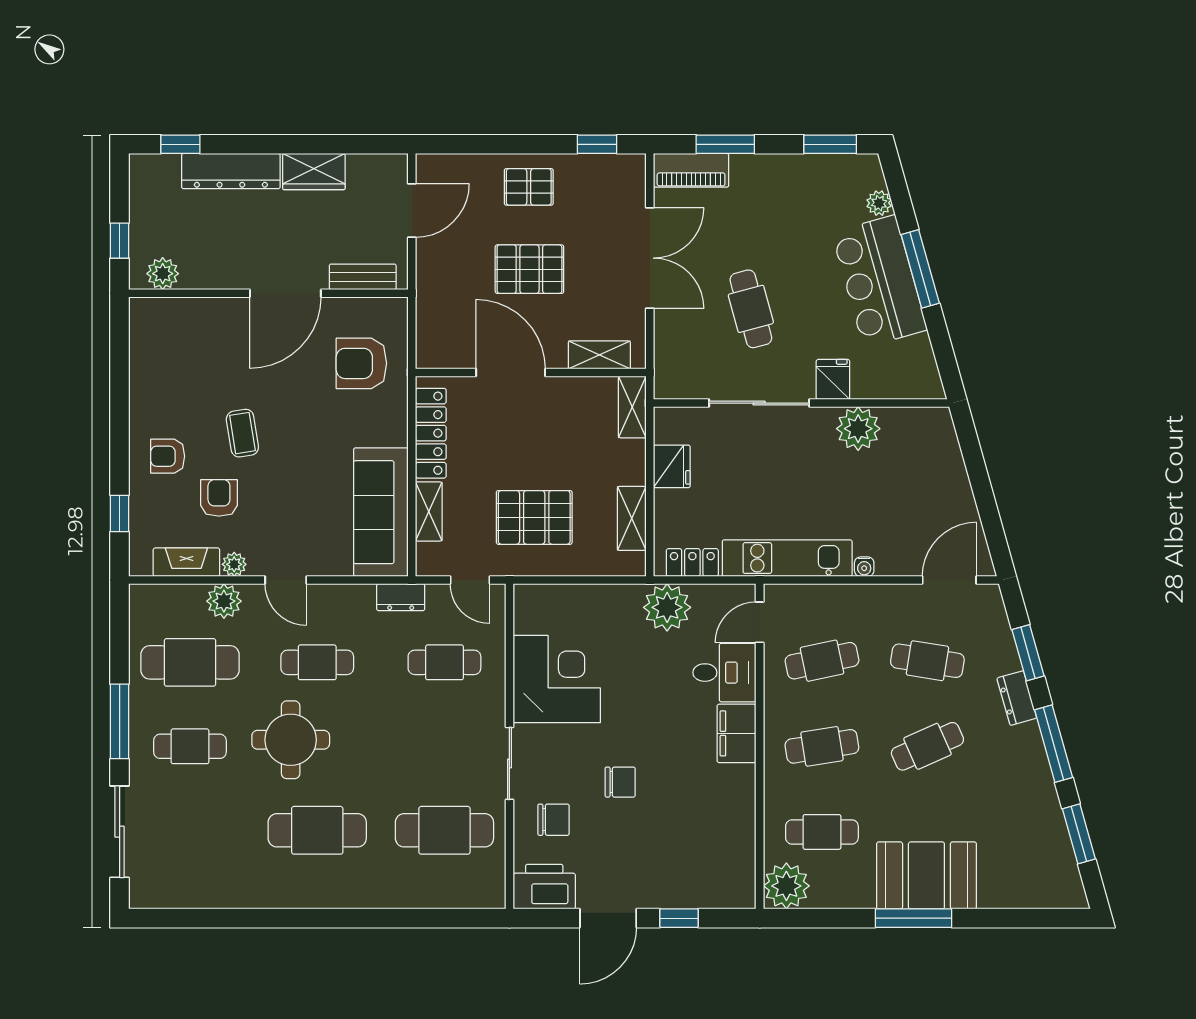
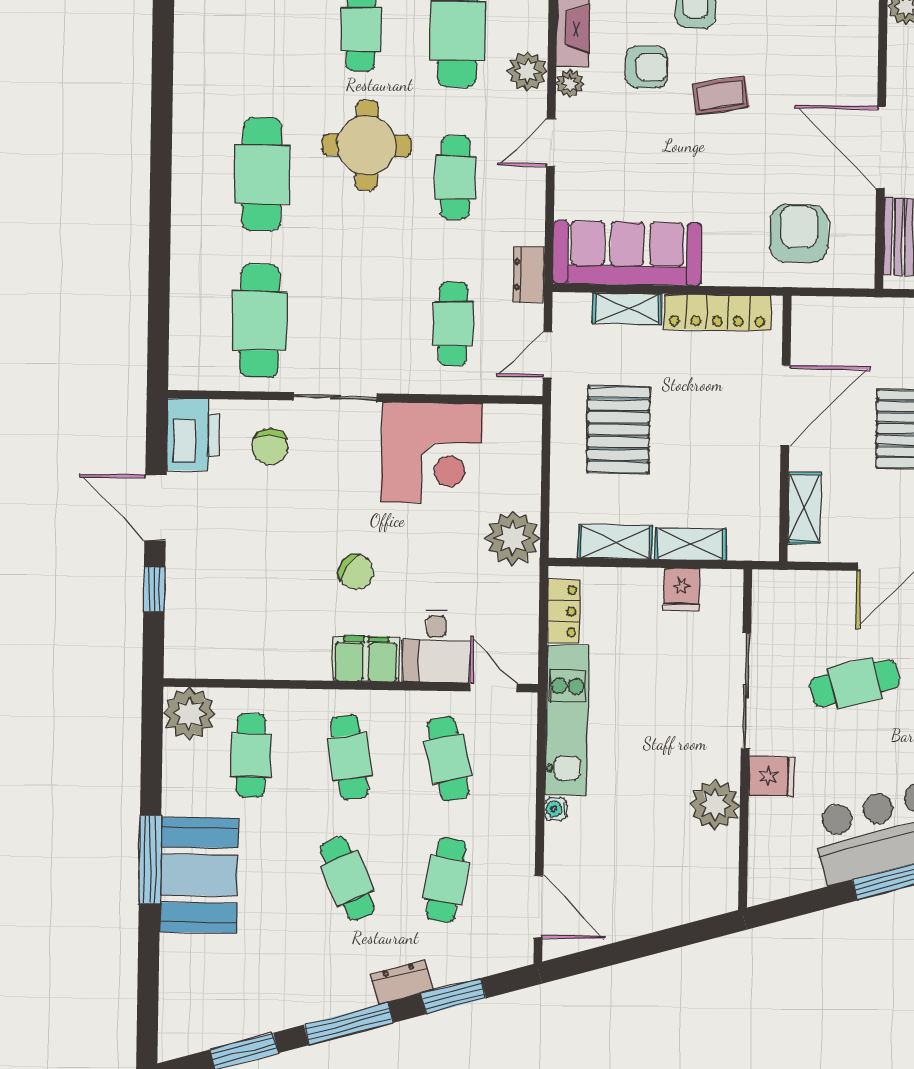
shelving: (632, 407) -> (690, 544), moved
fridge: (672, 466) -> (681, 589), width x0.72
plant: (667, 607) -> (513, 538), moved
chair: (620, 782) -> (356, 572), moved, turned -54

